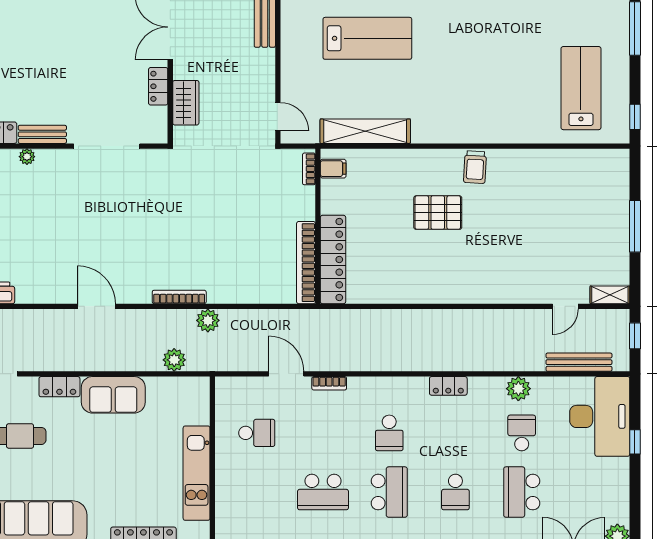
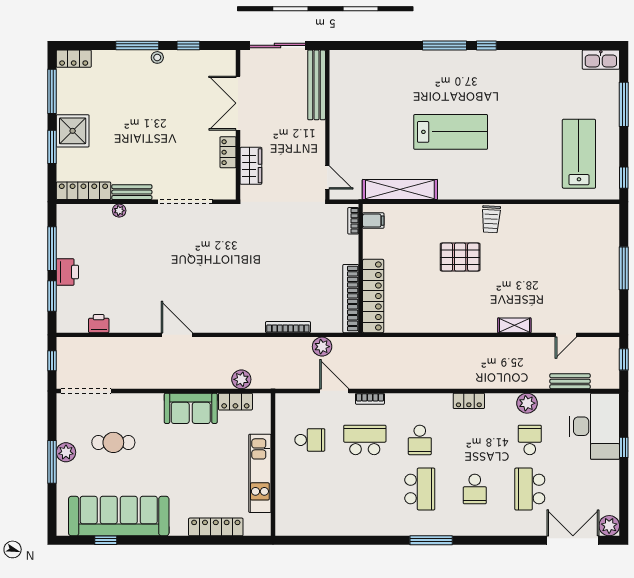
lab bench: (367, 38) -> (451, 132), moved
shelving: (610, 295) -> (514, 325), moved
bookcase: (179, 297) -> (288, 327), moved
plant: (208, 320) -> (322, 347), moved
bench: (579, 362) -> (570, 381), width x0.73
locker: (59, 387) -> (235, 402), moved
school desk: (323, 492) -> (365, 440), moved, turned 180

